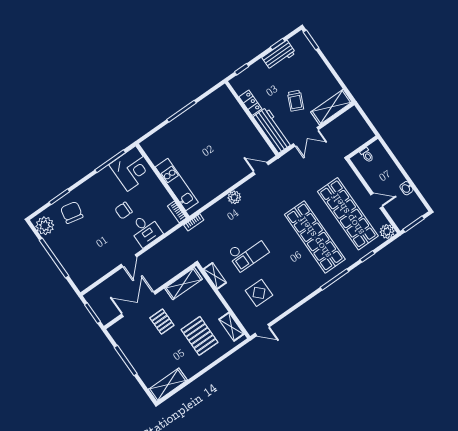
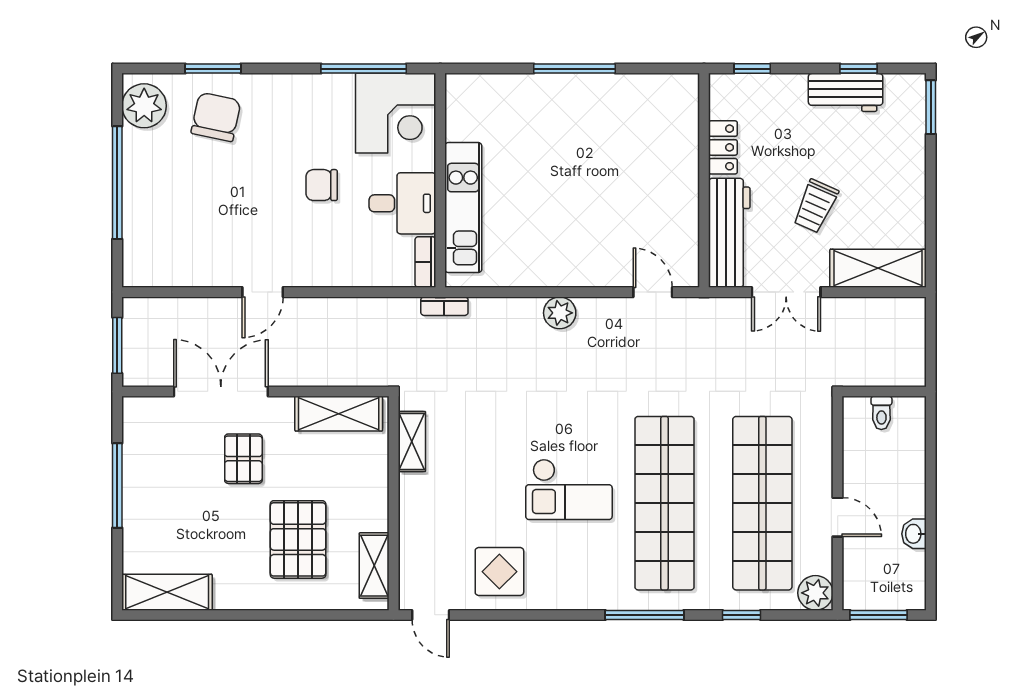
desk: (145, 230) -> (402, 203), moved, turned -90
checkout: (248, 252) -> (569, 489), moved
display table: (259, 293) -> (499, 572), moved

